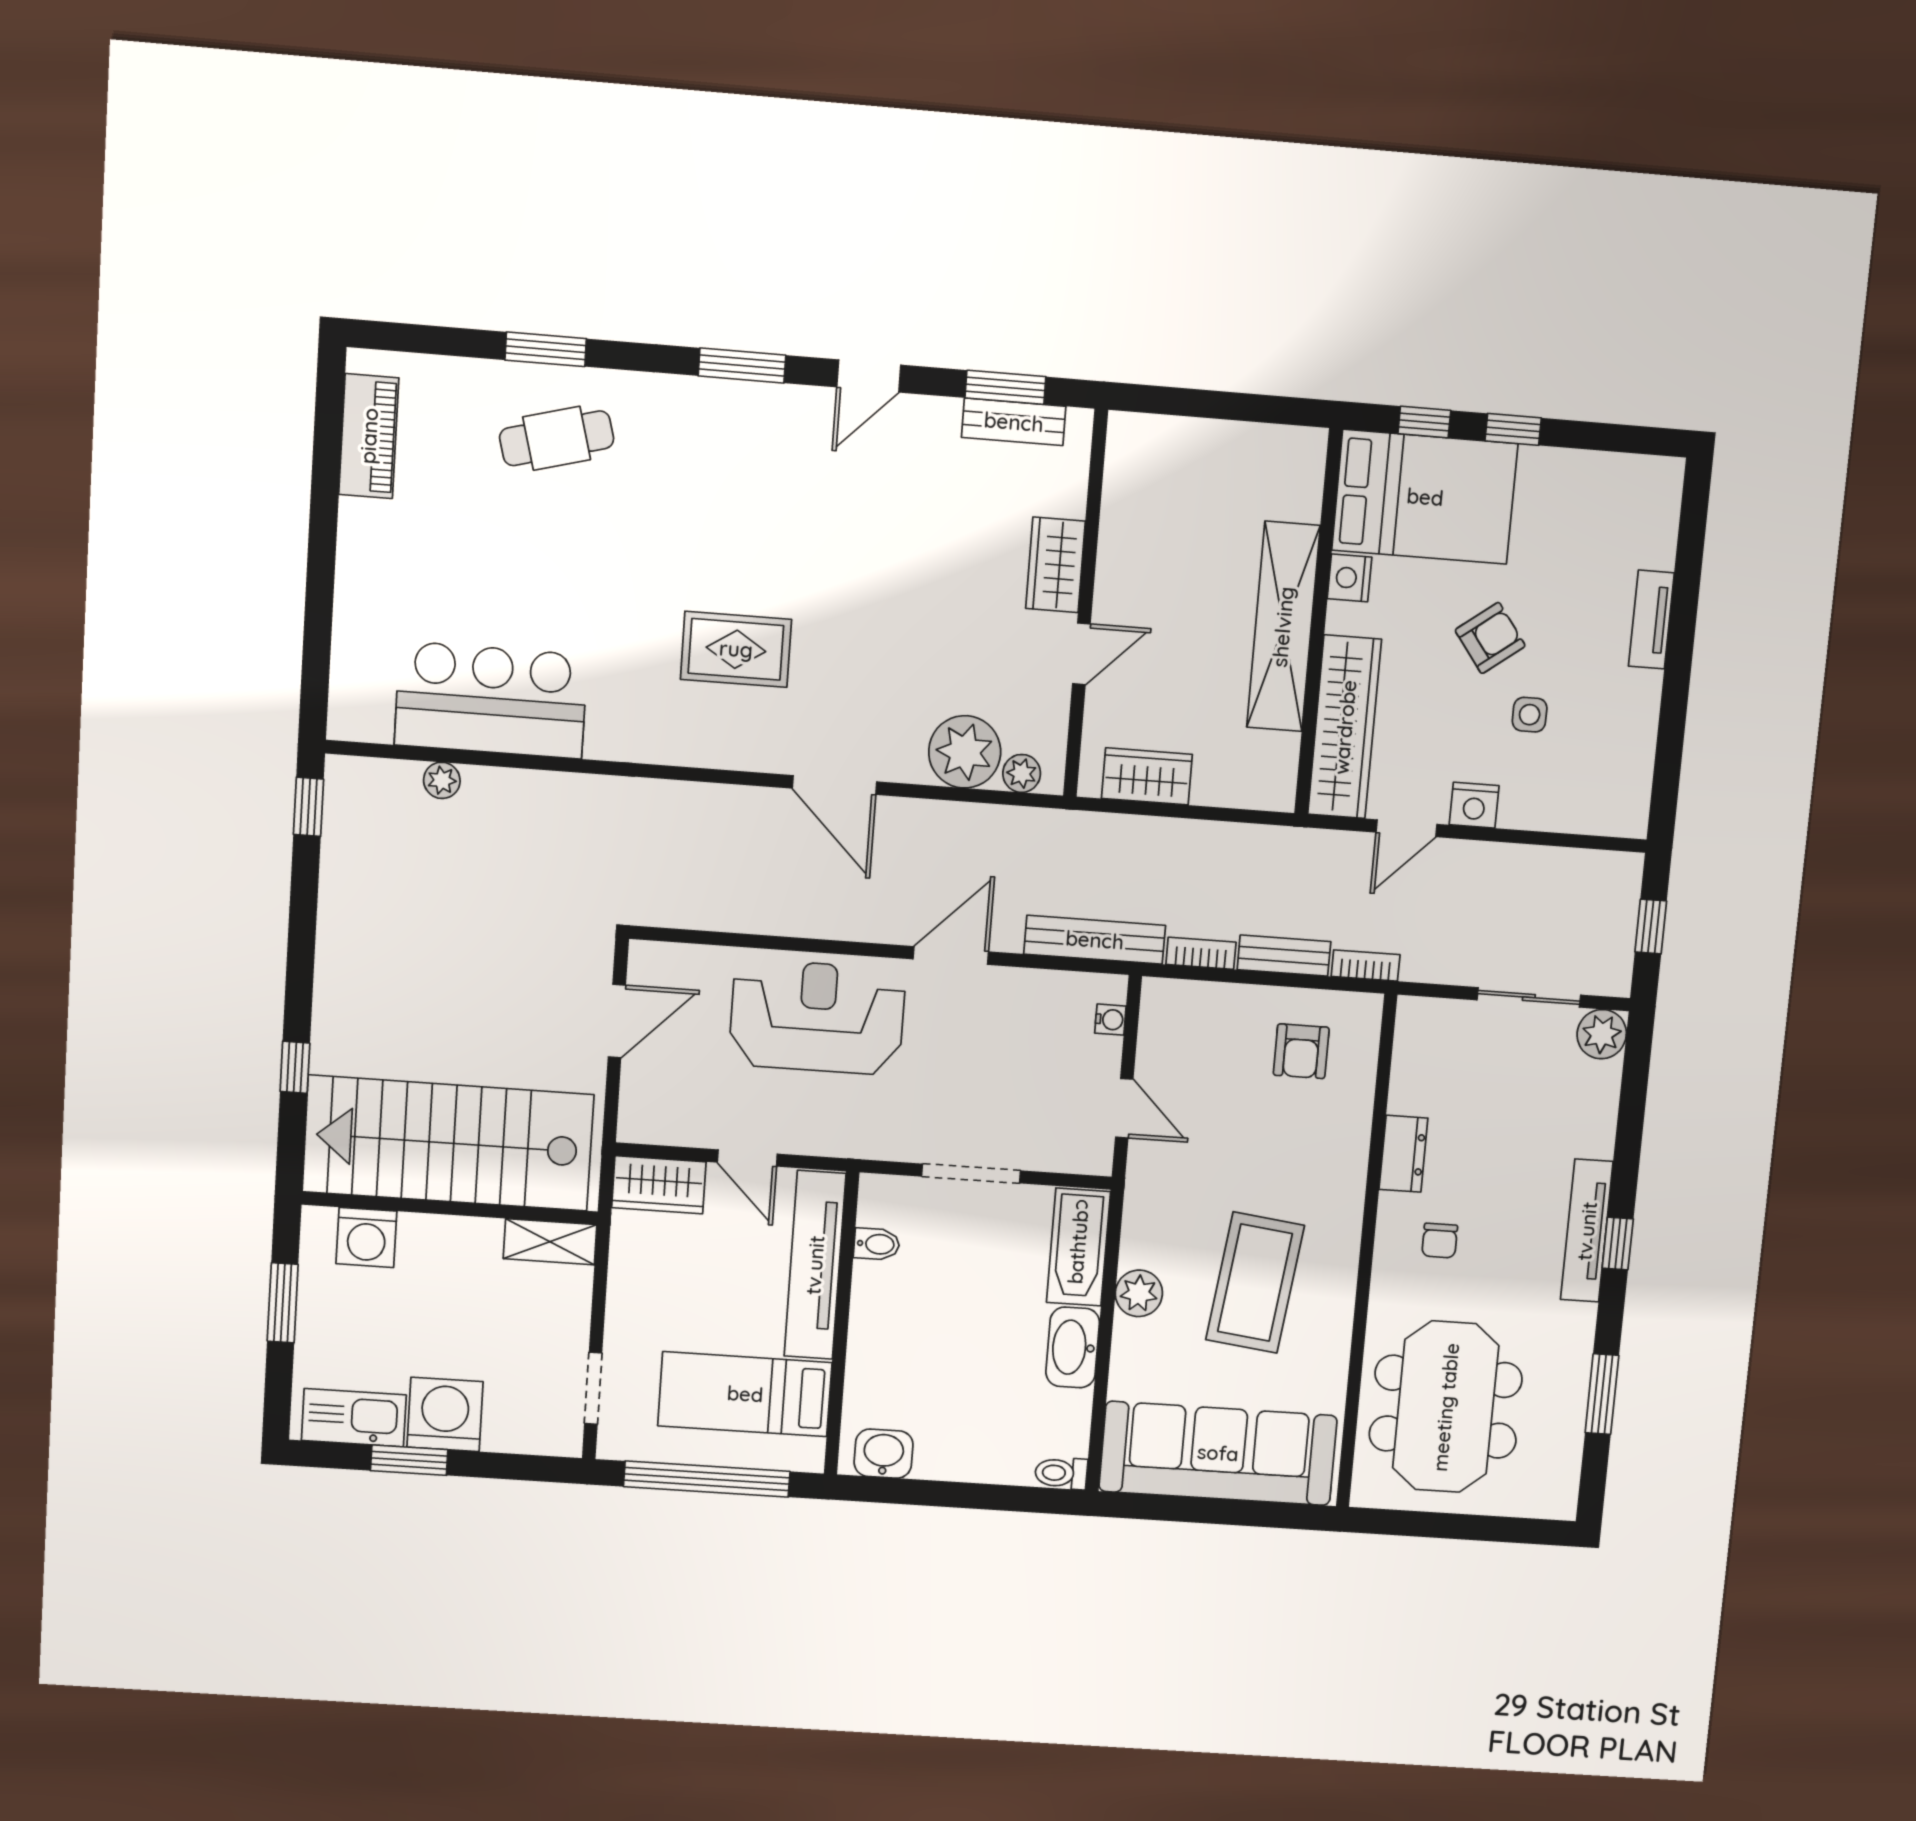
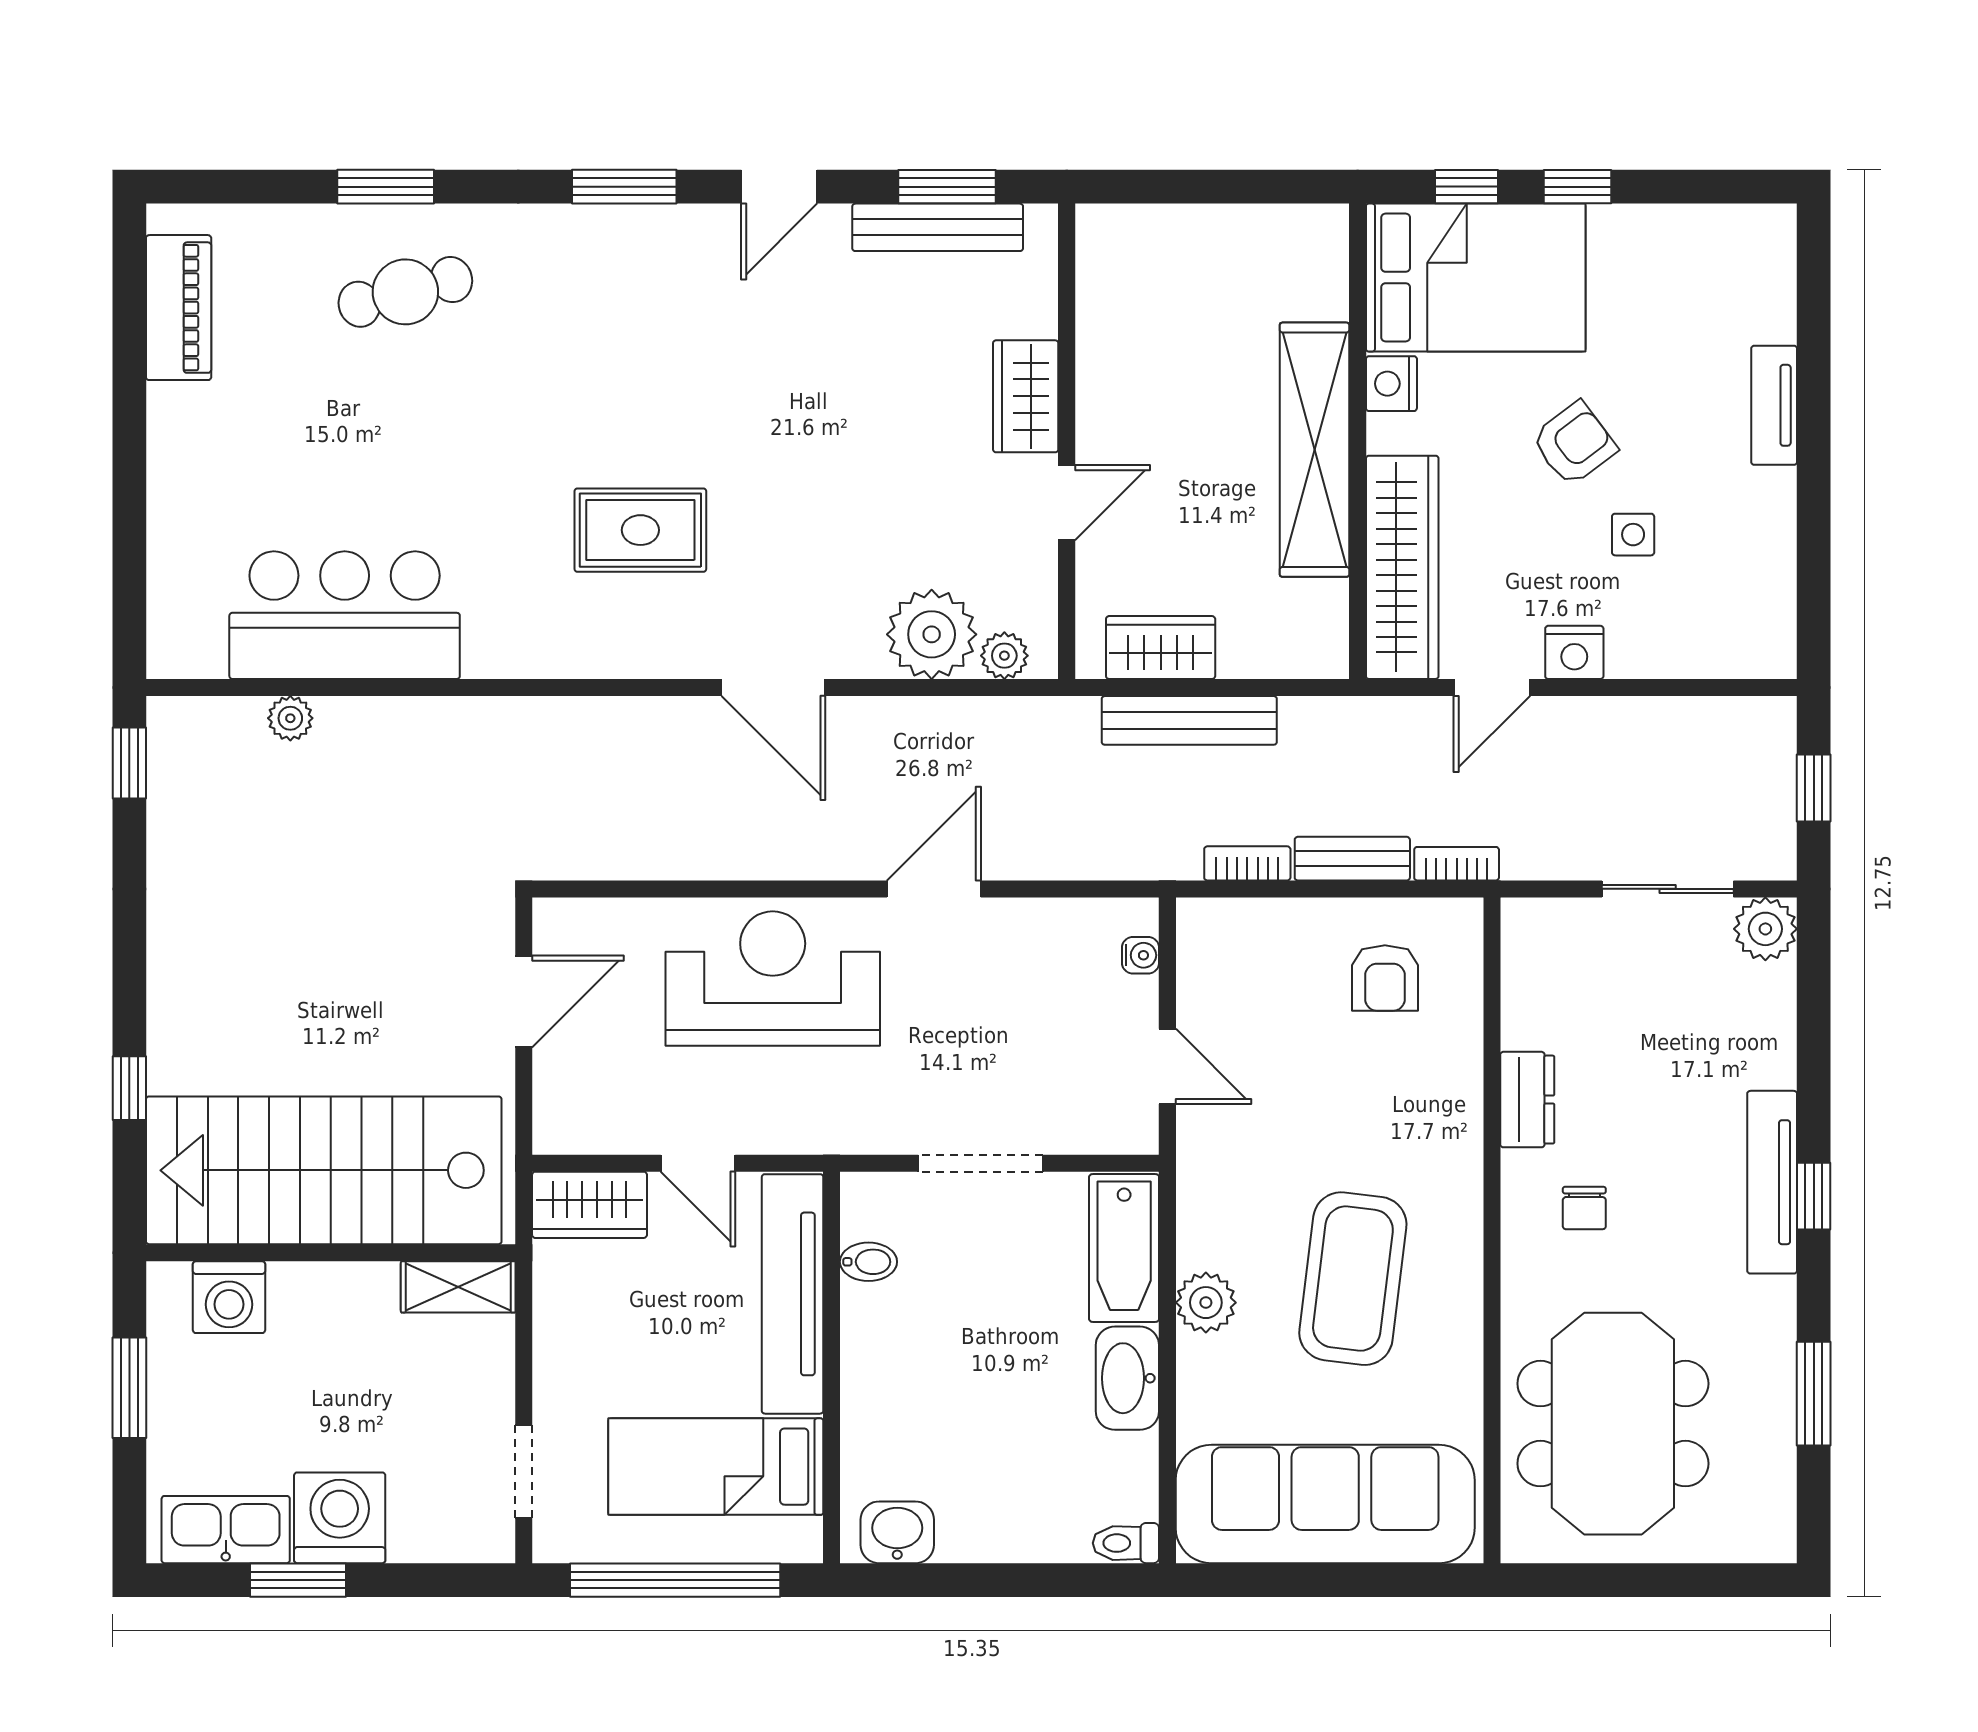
bench: (1014, 422) -> (938, 227), width x1.36
bench: (1095, 940) -> (1189, 720), moved

